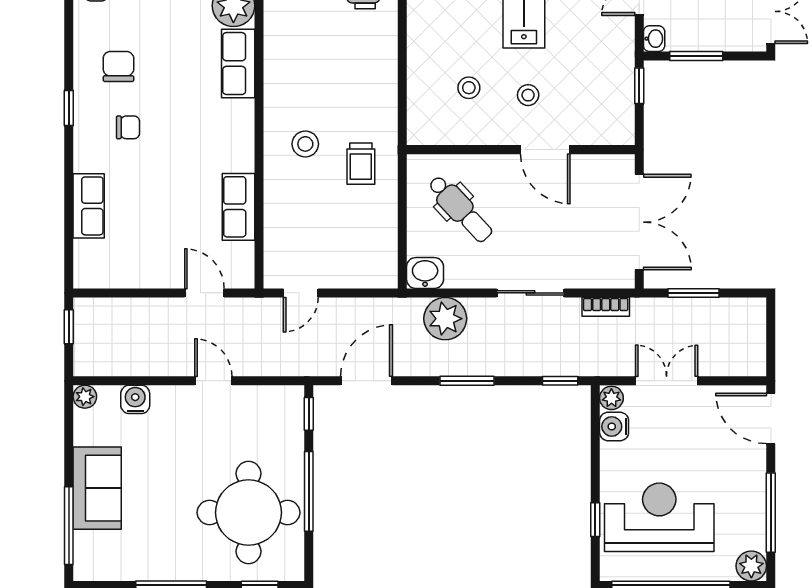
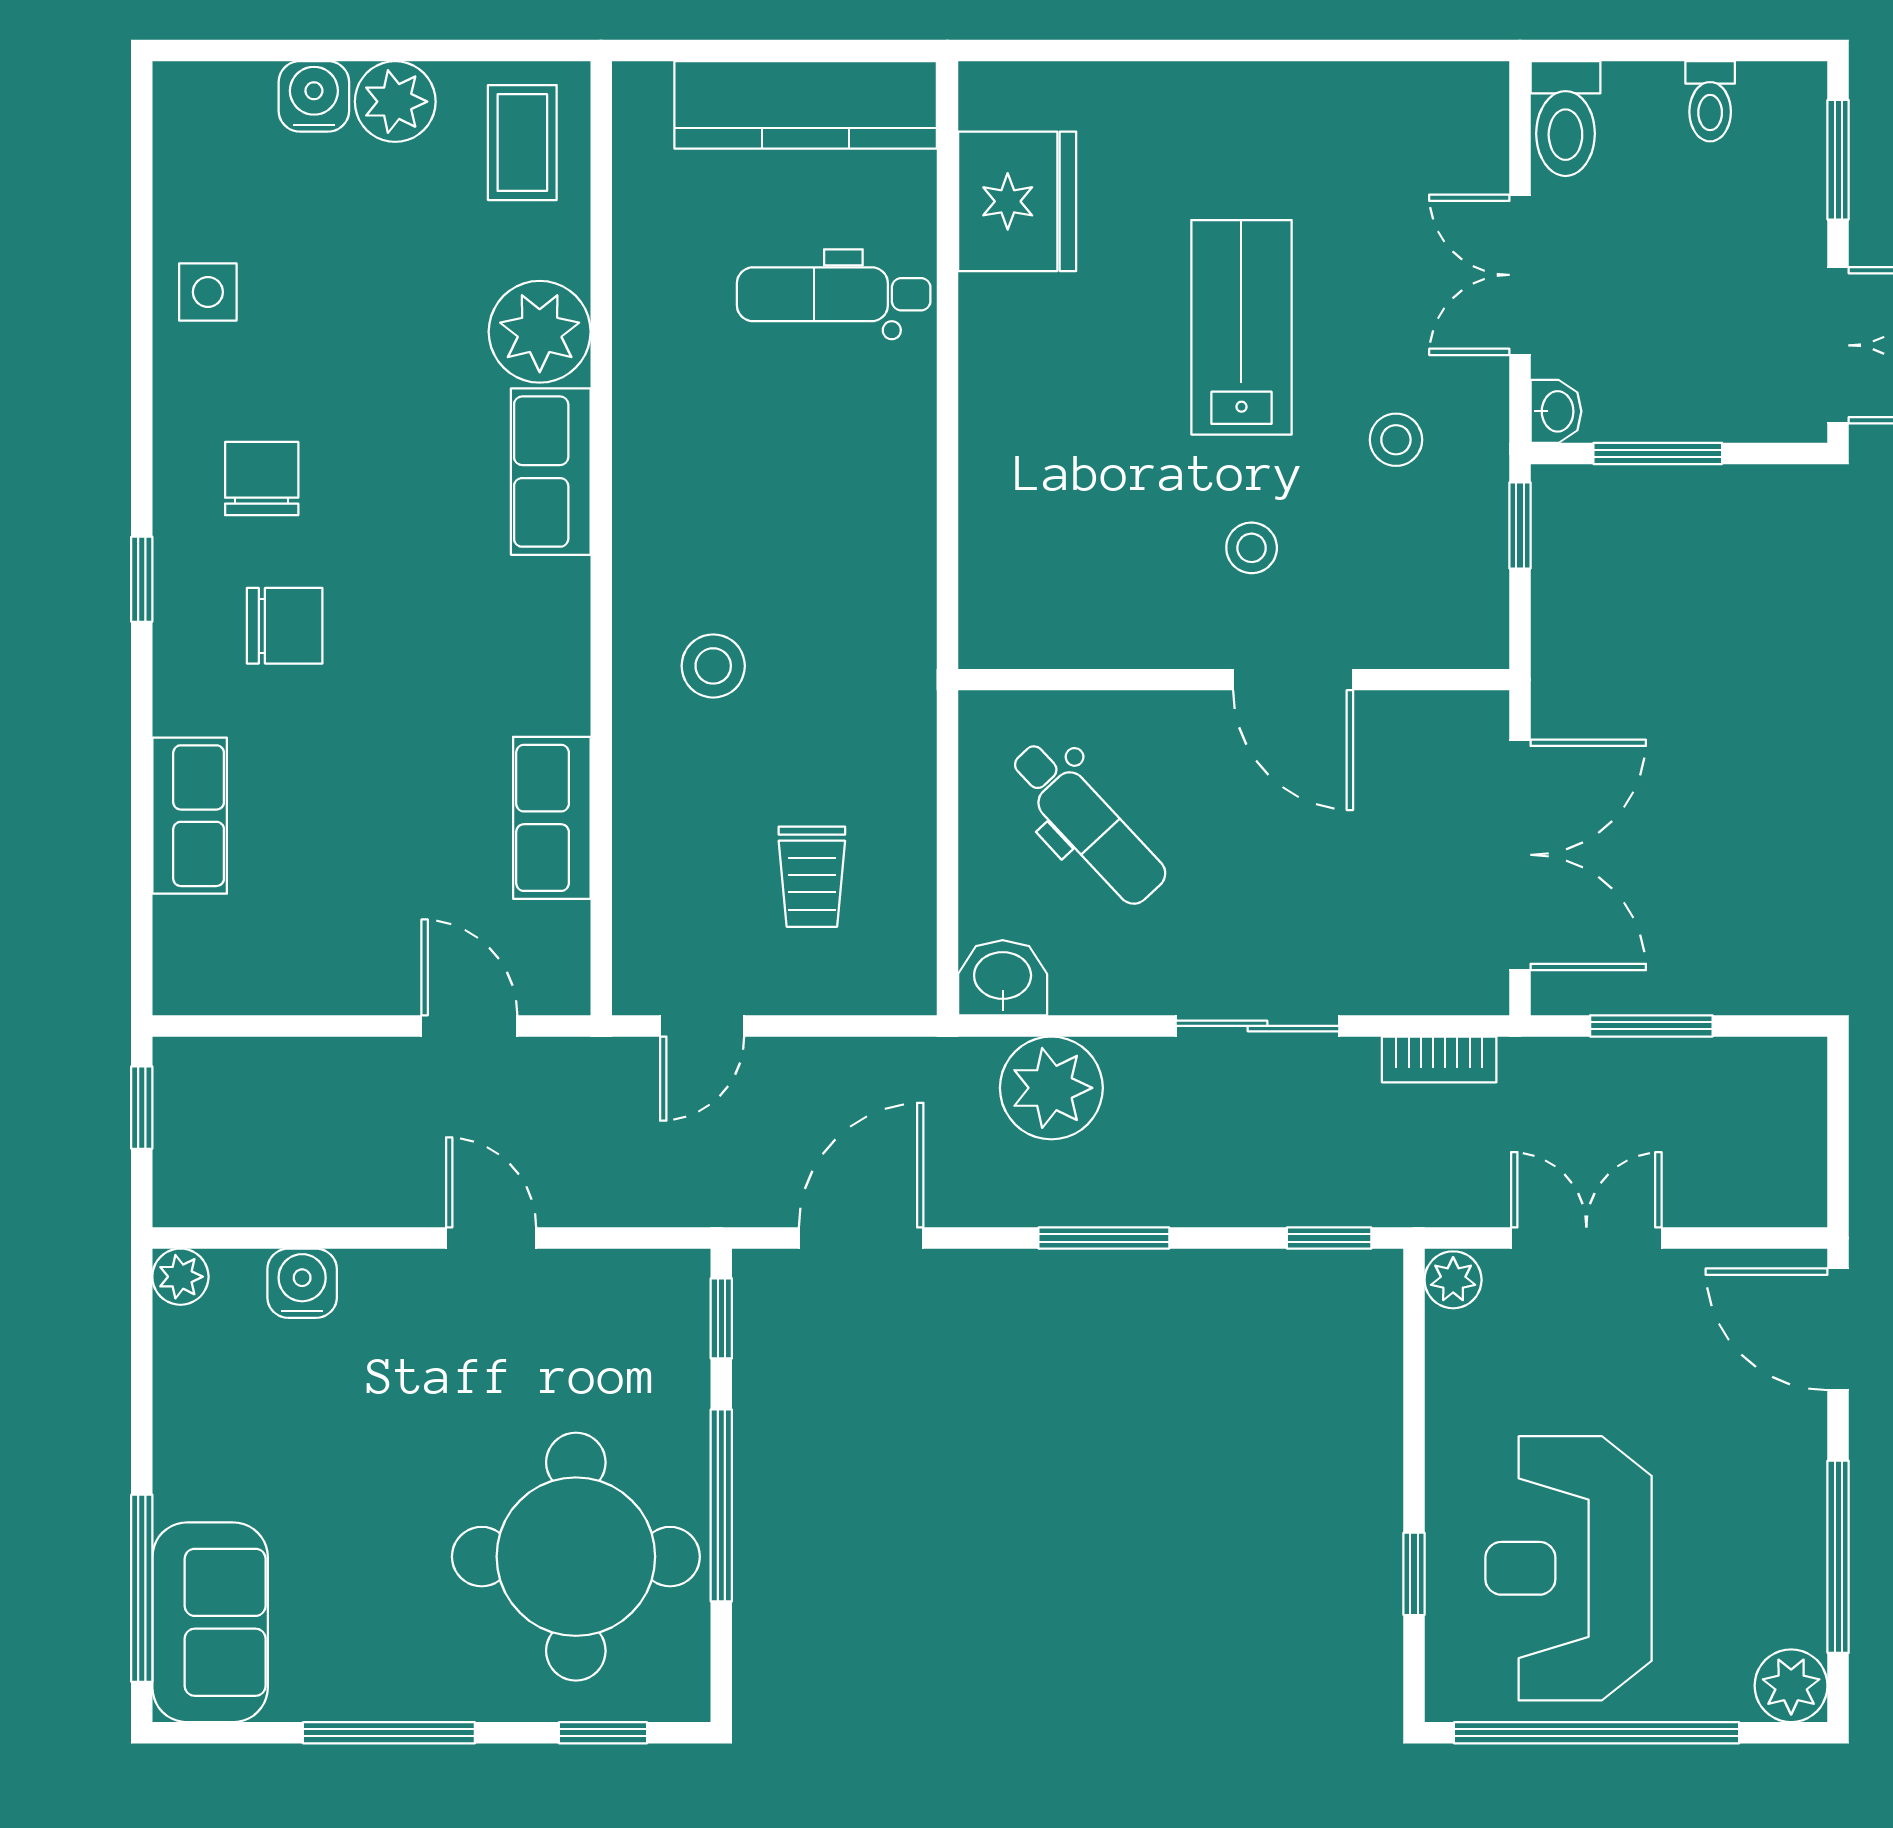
stool: (469, 88) -> (1396, 440), moved
chair: (128, 127) -> (285, 626), width x1.37, depth x1.37
trolley: (361, 164) -> (812, 877), moved
water cooler: (614, 426) -> (1459, 1349), removed
sofa: (97, 488) -> (210, 1622), moved
reception desk: (659, 517) -> (1569, 1568), turned -90

